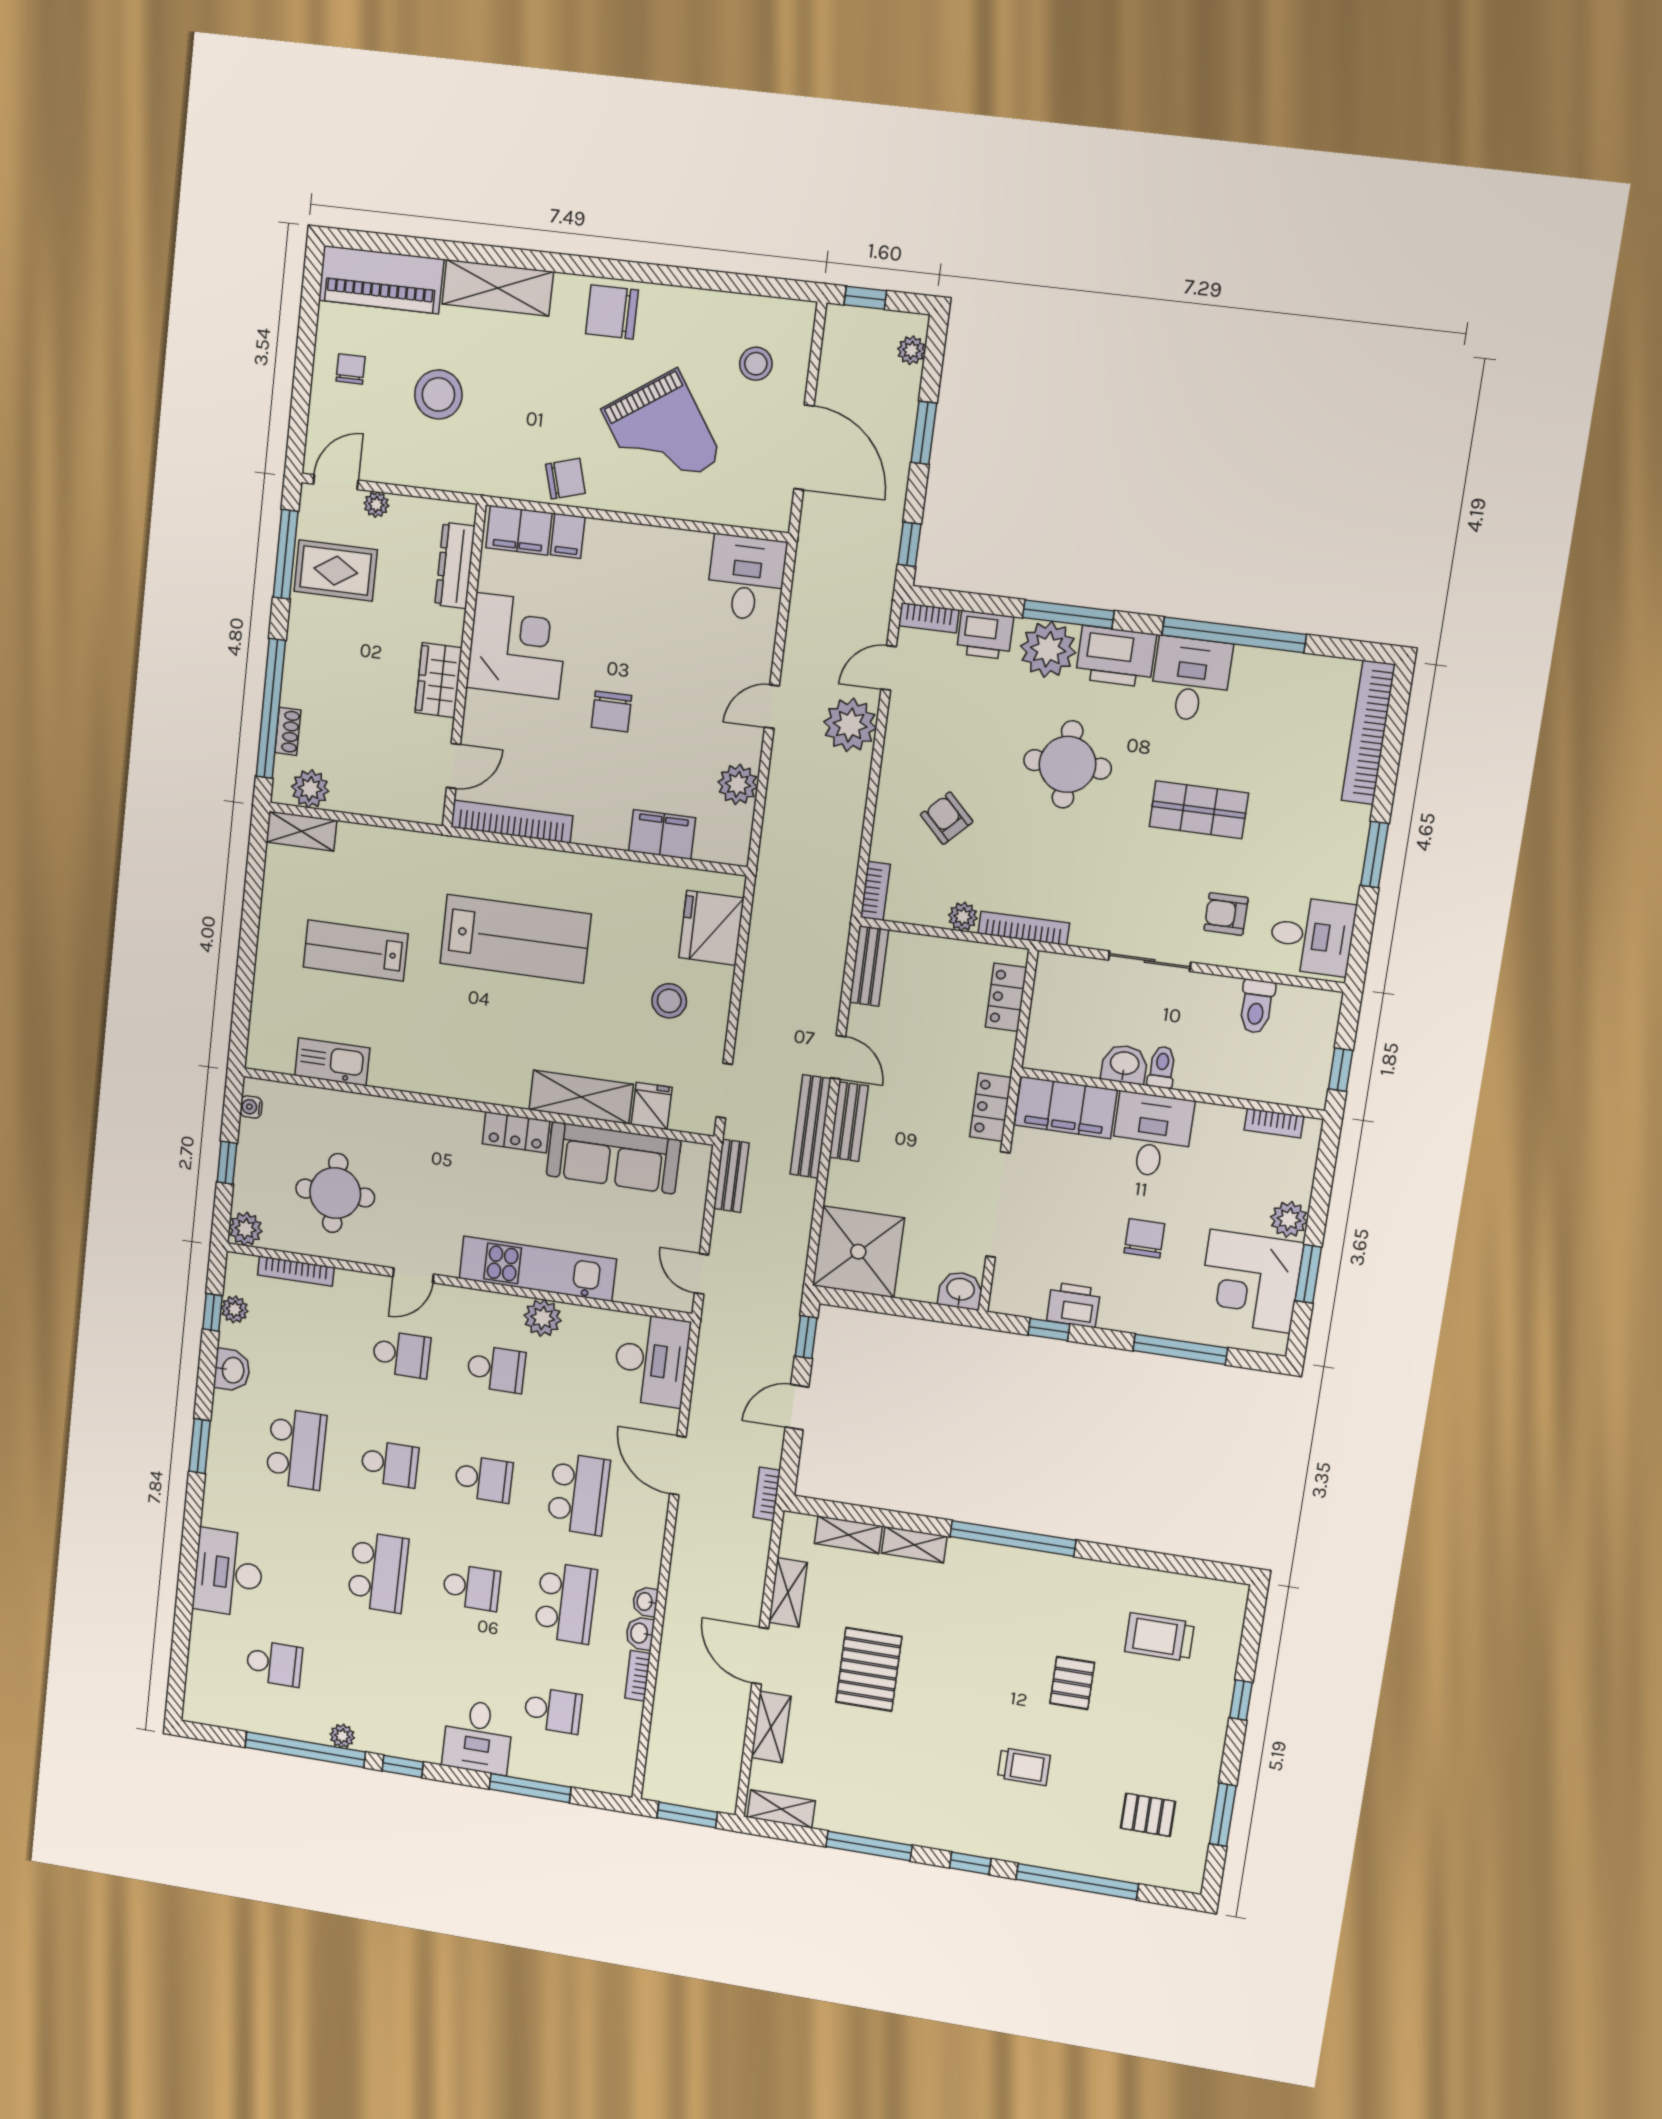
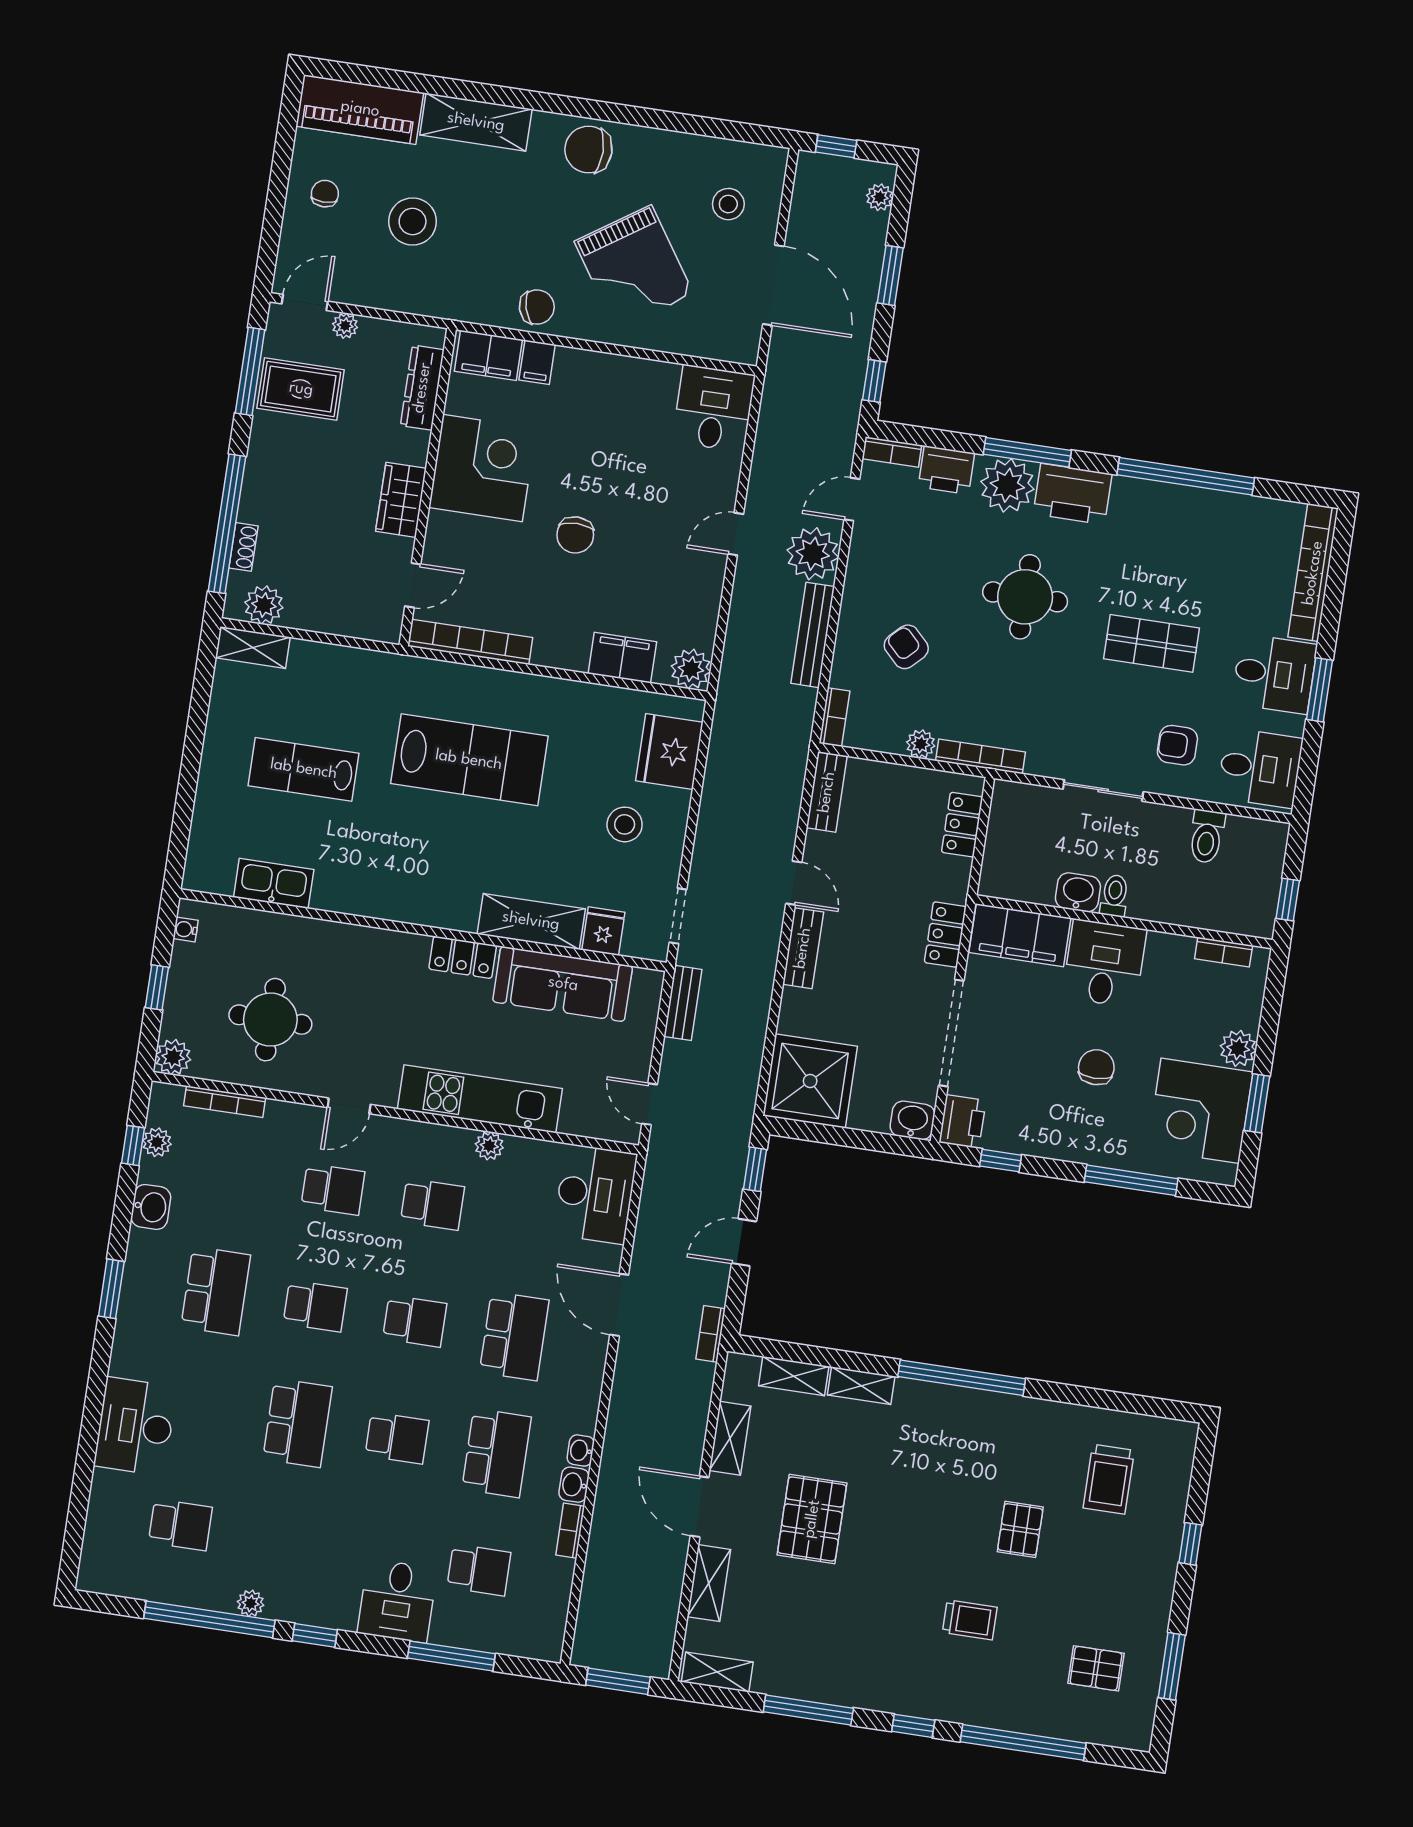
desk: (1191, 679) -> (1274, 674), moved, turned 90
plant: (738, 784) -> (691, 669), moved
bench: (811, 1126) -> (813, 635), moved
printer: (1074, 1305) -> (962, 1121), moved, turned 90
plant: (543, 1318) -> (489, 1146), width x0.73, depth x0.73
trolley: (1159, 1637) -> (1109, 1479), turned -90

